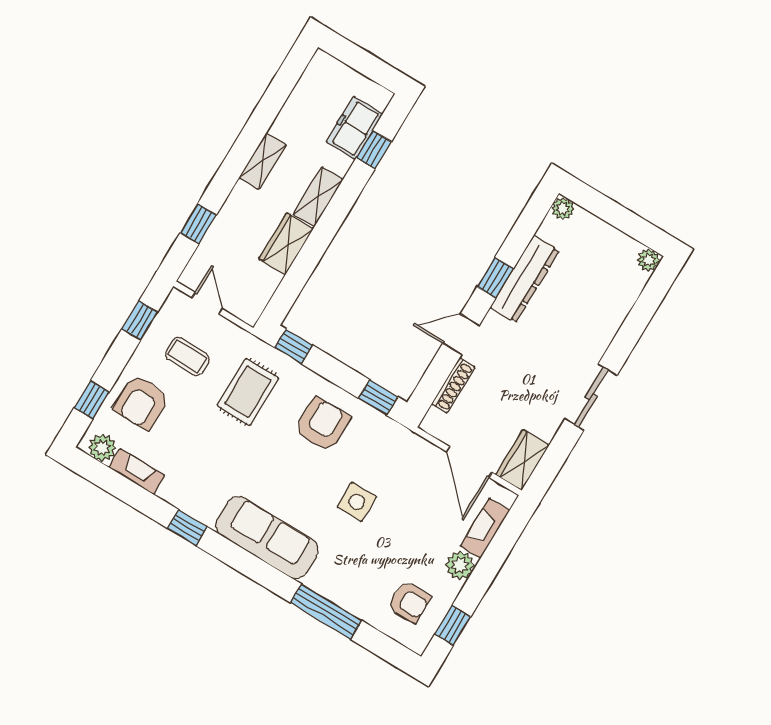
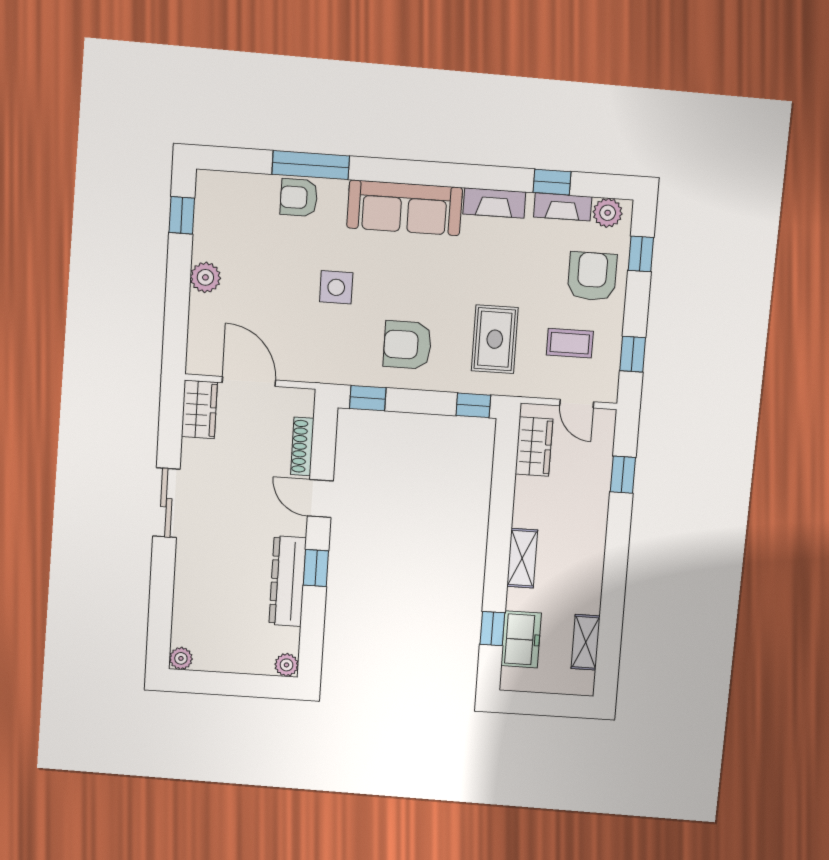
shelving: (263, 161) -> (586, 642), moved
wardrobe: (286, 244) -> (534, 447), moved
door: (461, 334) -> (320, 499), swing flipped
armchair: (322, 424) -> (407, 345), turned 90
window: (187, 528) -> (552, 182), moved
fireplace: (485, 528) -> (494, 203), moved, turned 90
armchair: (409, 602) -> (299, 198), moved

